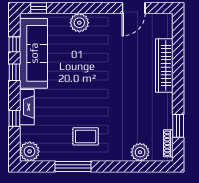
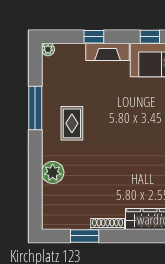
shoe rack: (168, 143) -> (108, 224), moved
plant: (30, 151) -> (48, 49), width x0.53, depth x0.53
plant: (140, 152) -> (53, 172), moved

